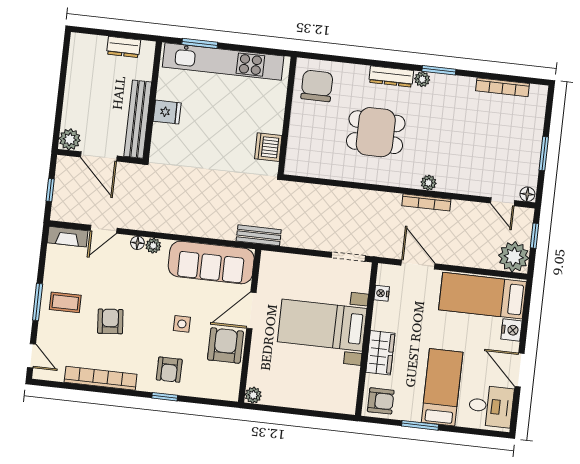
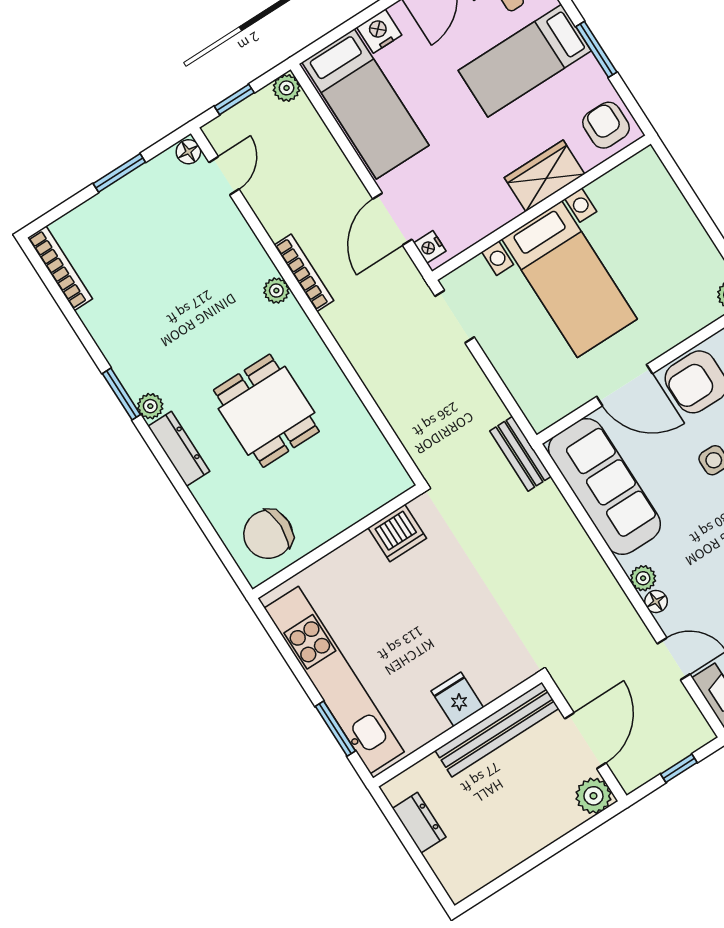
bookcase: (502, 87) -> (60, 268), moved
plant: (514, 257) -> (287, 88), width x0.53, depth x0.53
nightstand: (382, 293) -> (430, 247), moved, turned 90

